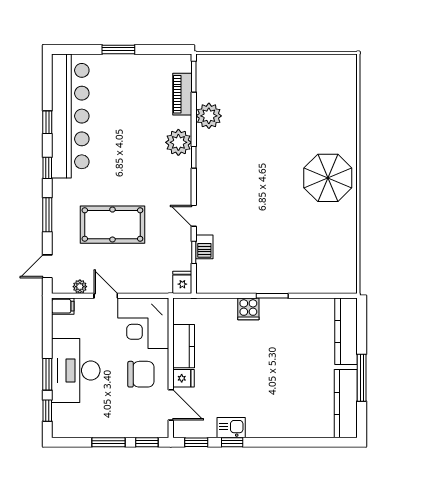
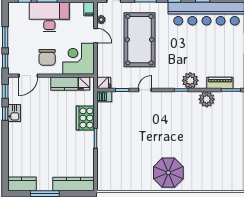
pool table: (112, 225) -> (139, 40), width x1.36, depth x1.32
barbecue: (204, 247) -> (104, 97), moved
door: (106, 296) -> (96, 36), hinge flipped
cooker: (248, 309) -> (85, 118), width x1.87, depth x1.31
fridge: (183, 378) -> (84, 84), moved
kitchen counter: (346, 404) -> (22, 184), width x0.67

